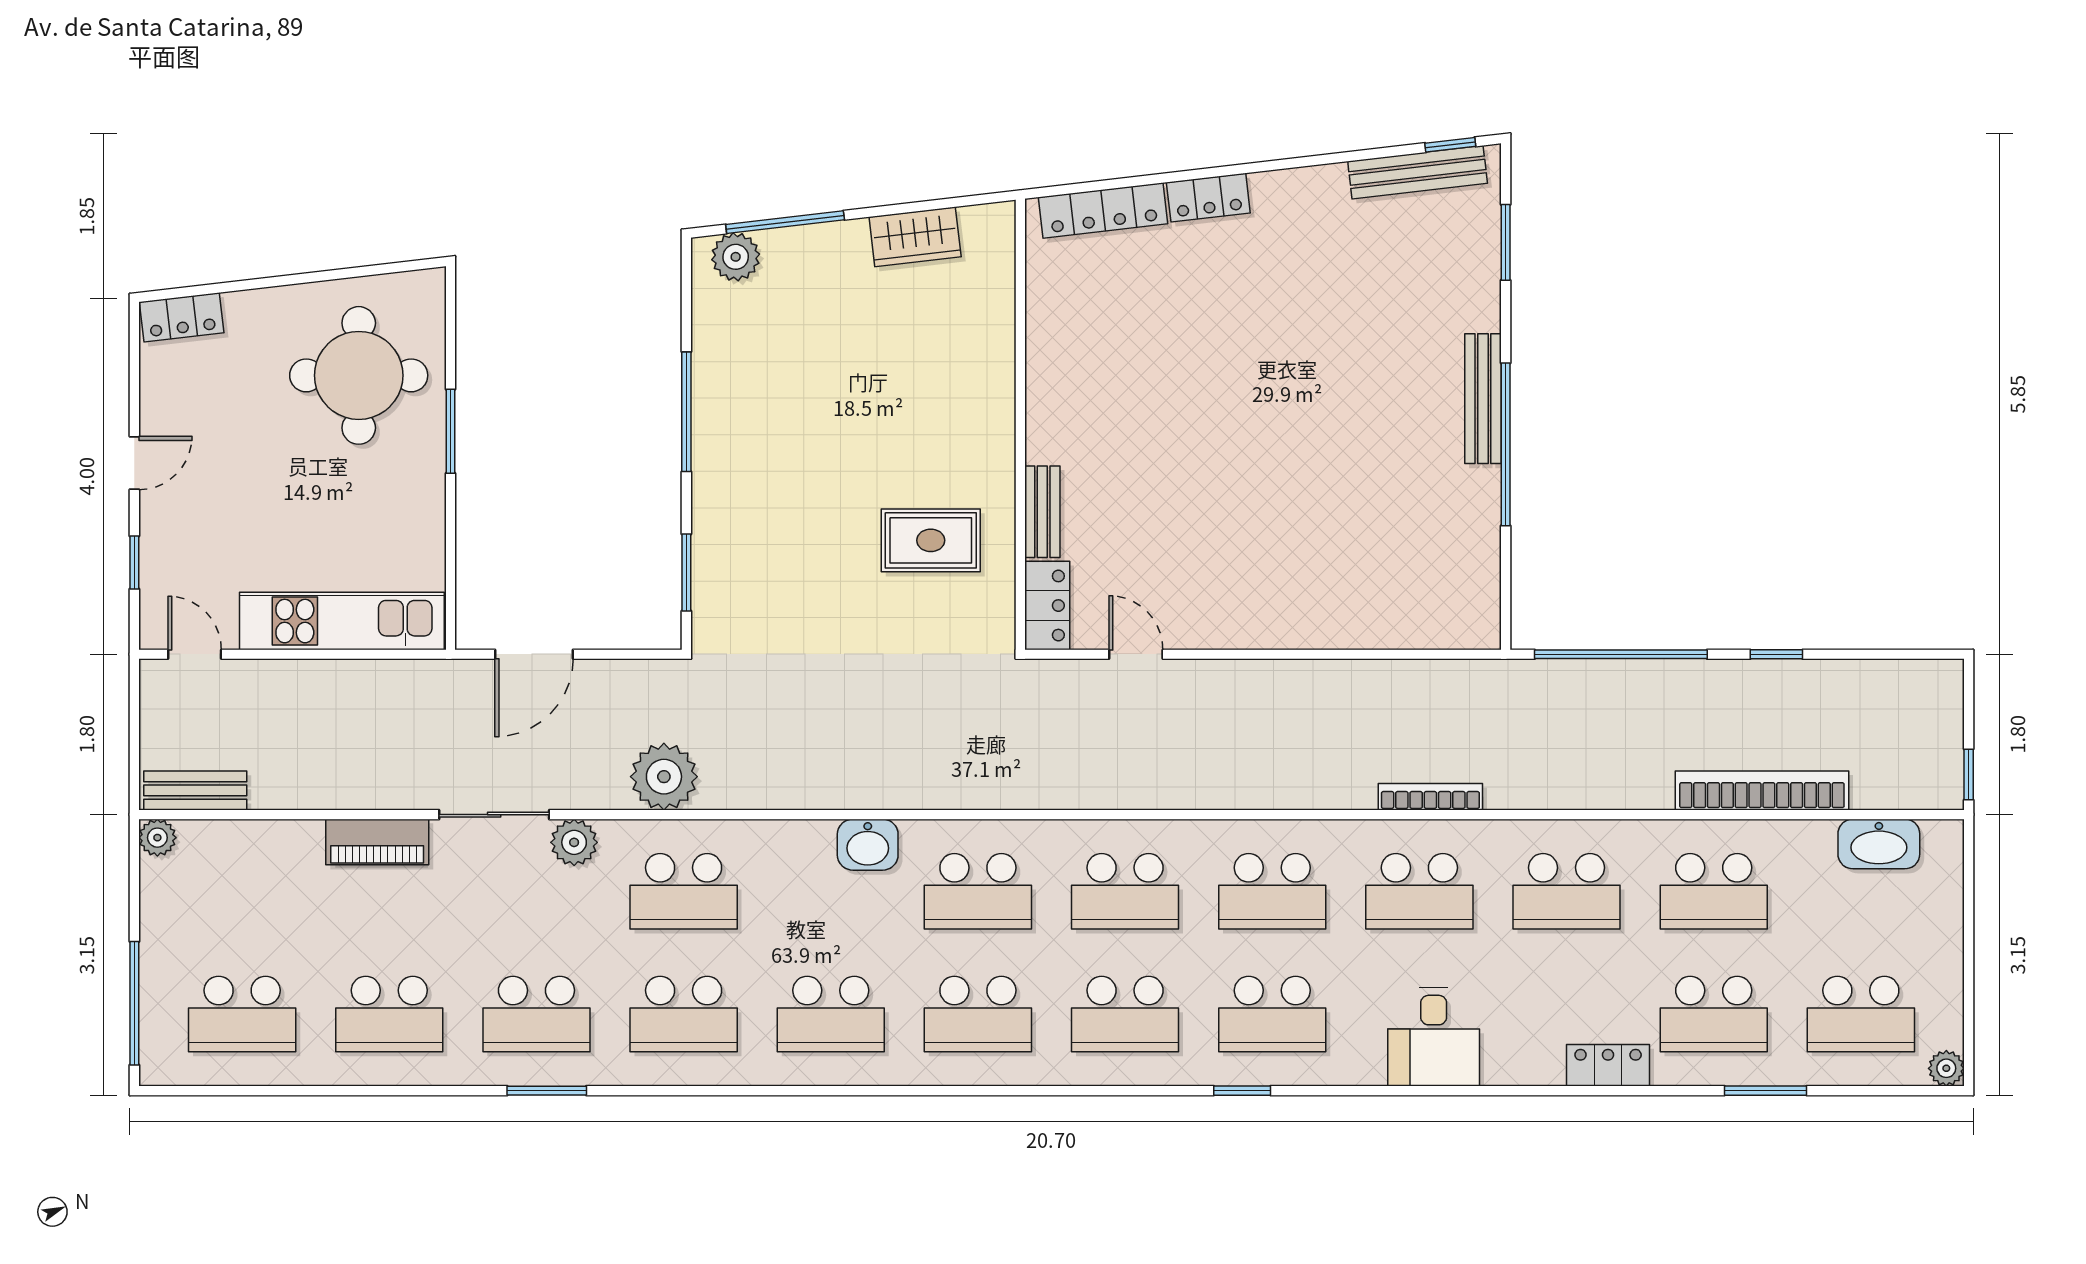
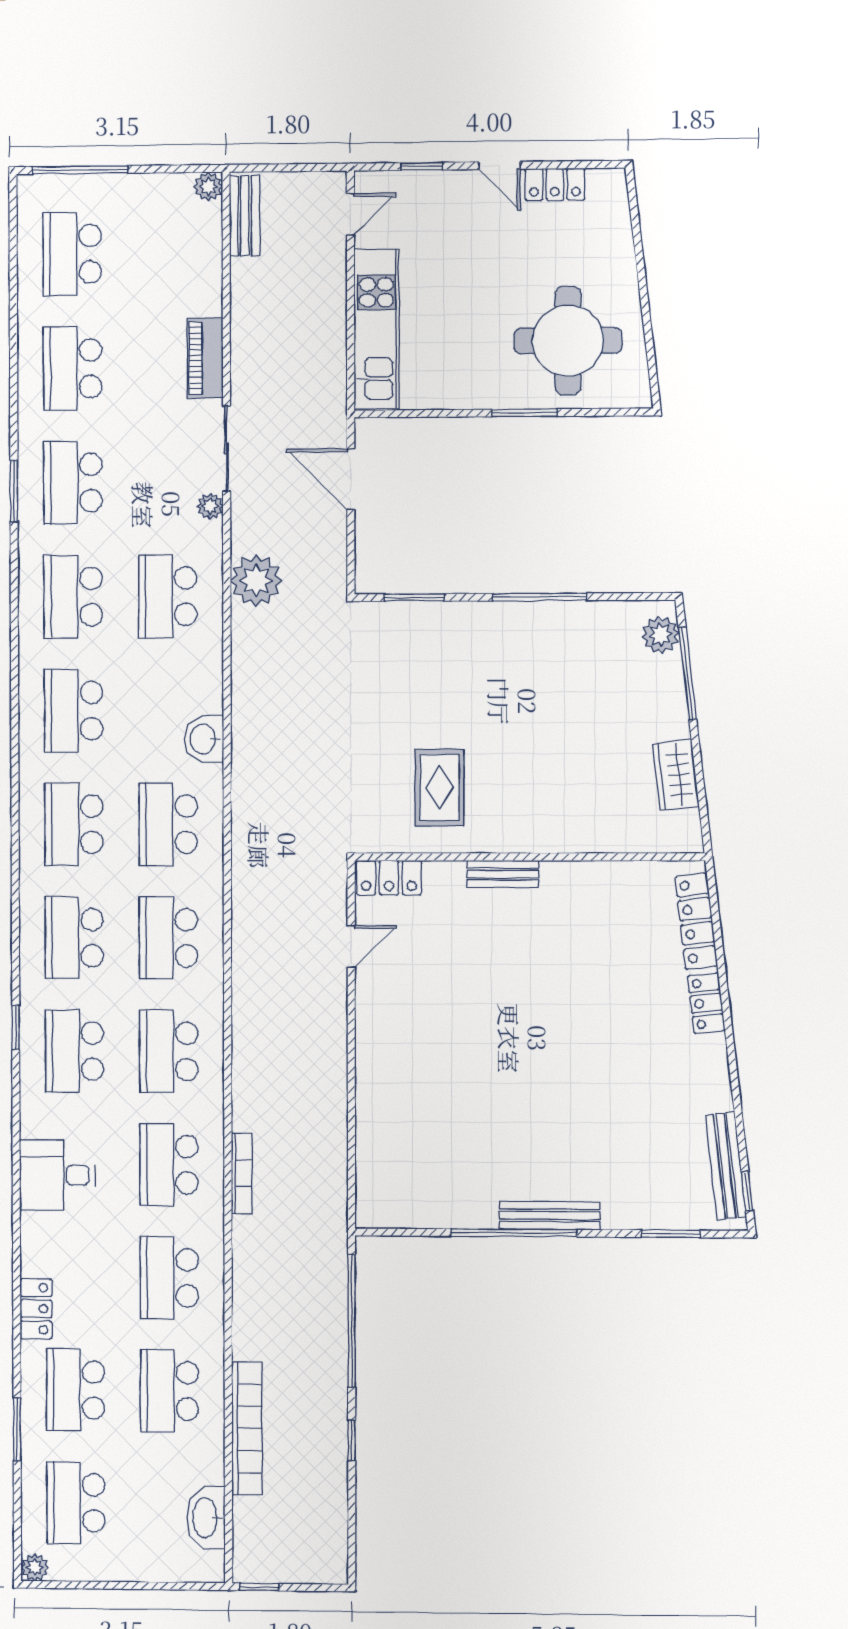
locker: (182, 317) -> (555, 184), moved, turned -83
bench: (1042, 512) -> (503, 874), moved
plant: (574, 842) -> (210, 506), width x0.73, depth x0.73

